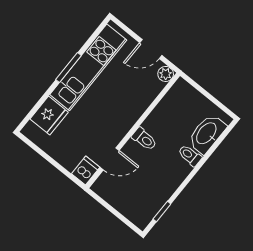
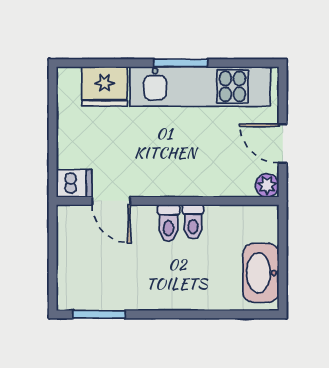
washbasin: (207, 134) -> (261, 273), moved, turned -90
toilet: (190, 155) -> (193, 222), moved, turned 180
window: (162, 212) -> (99, 314), width x1.50

